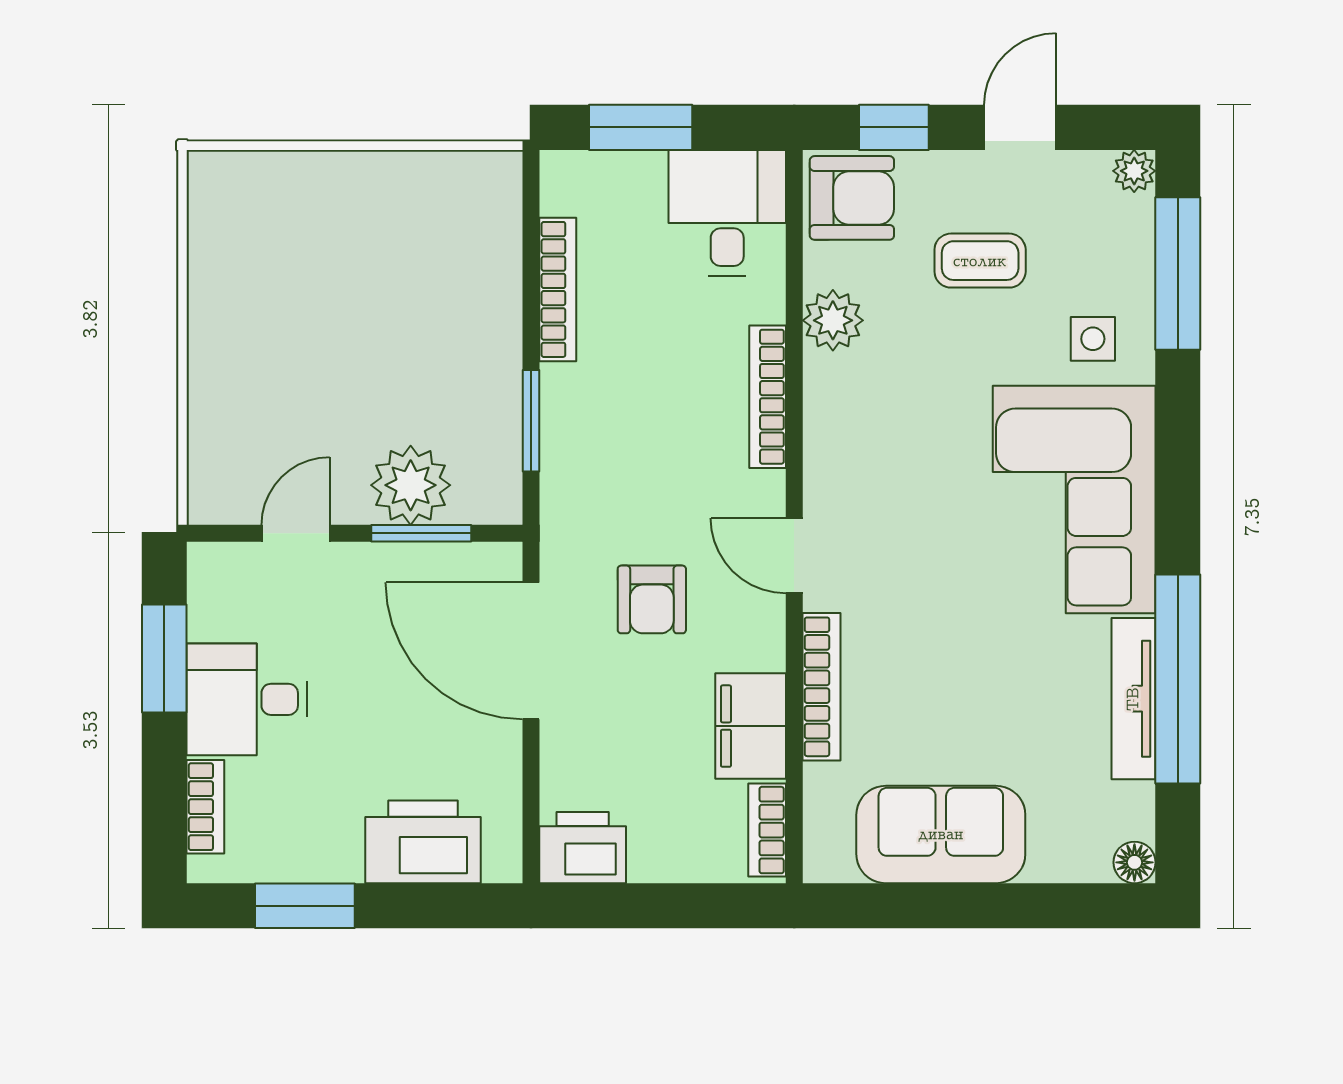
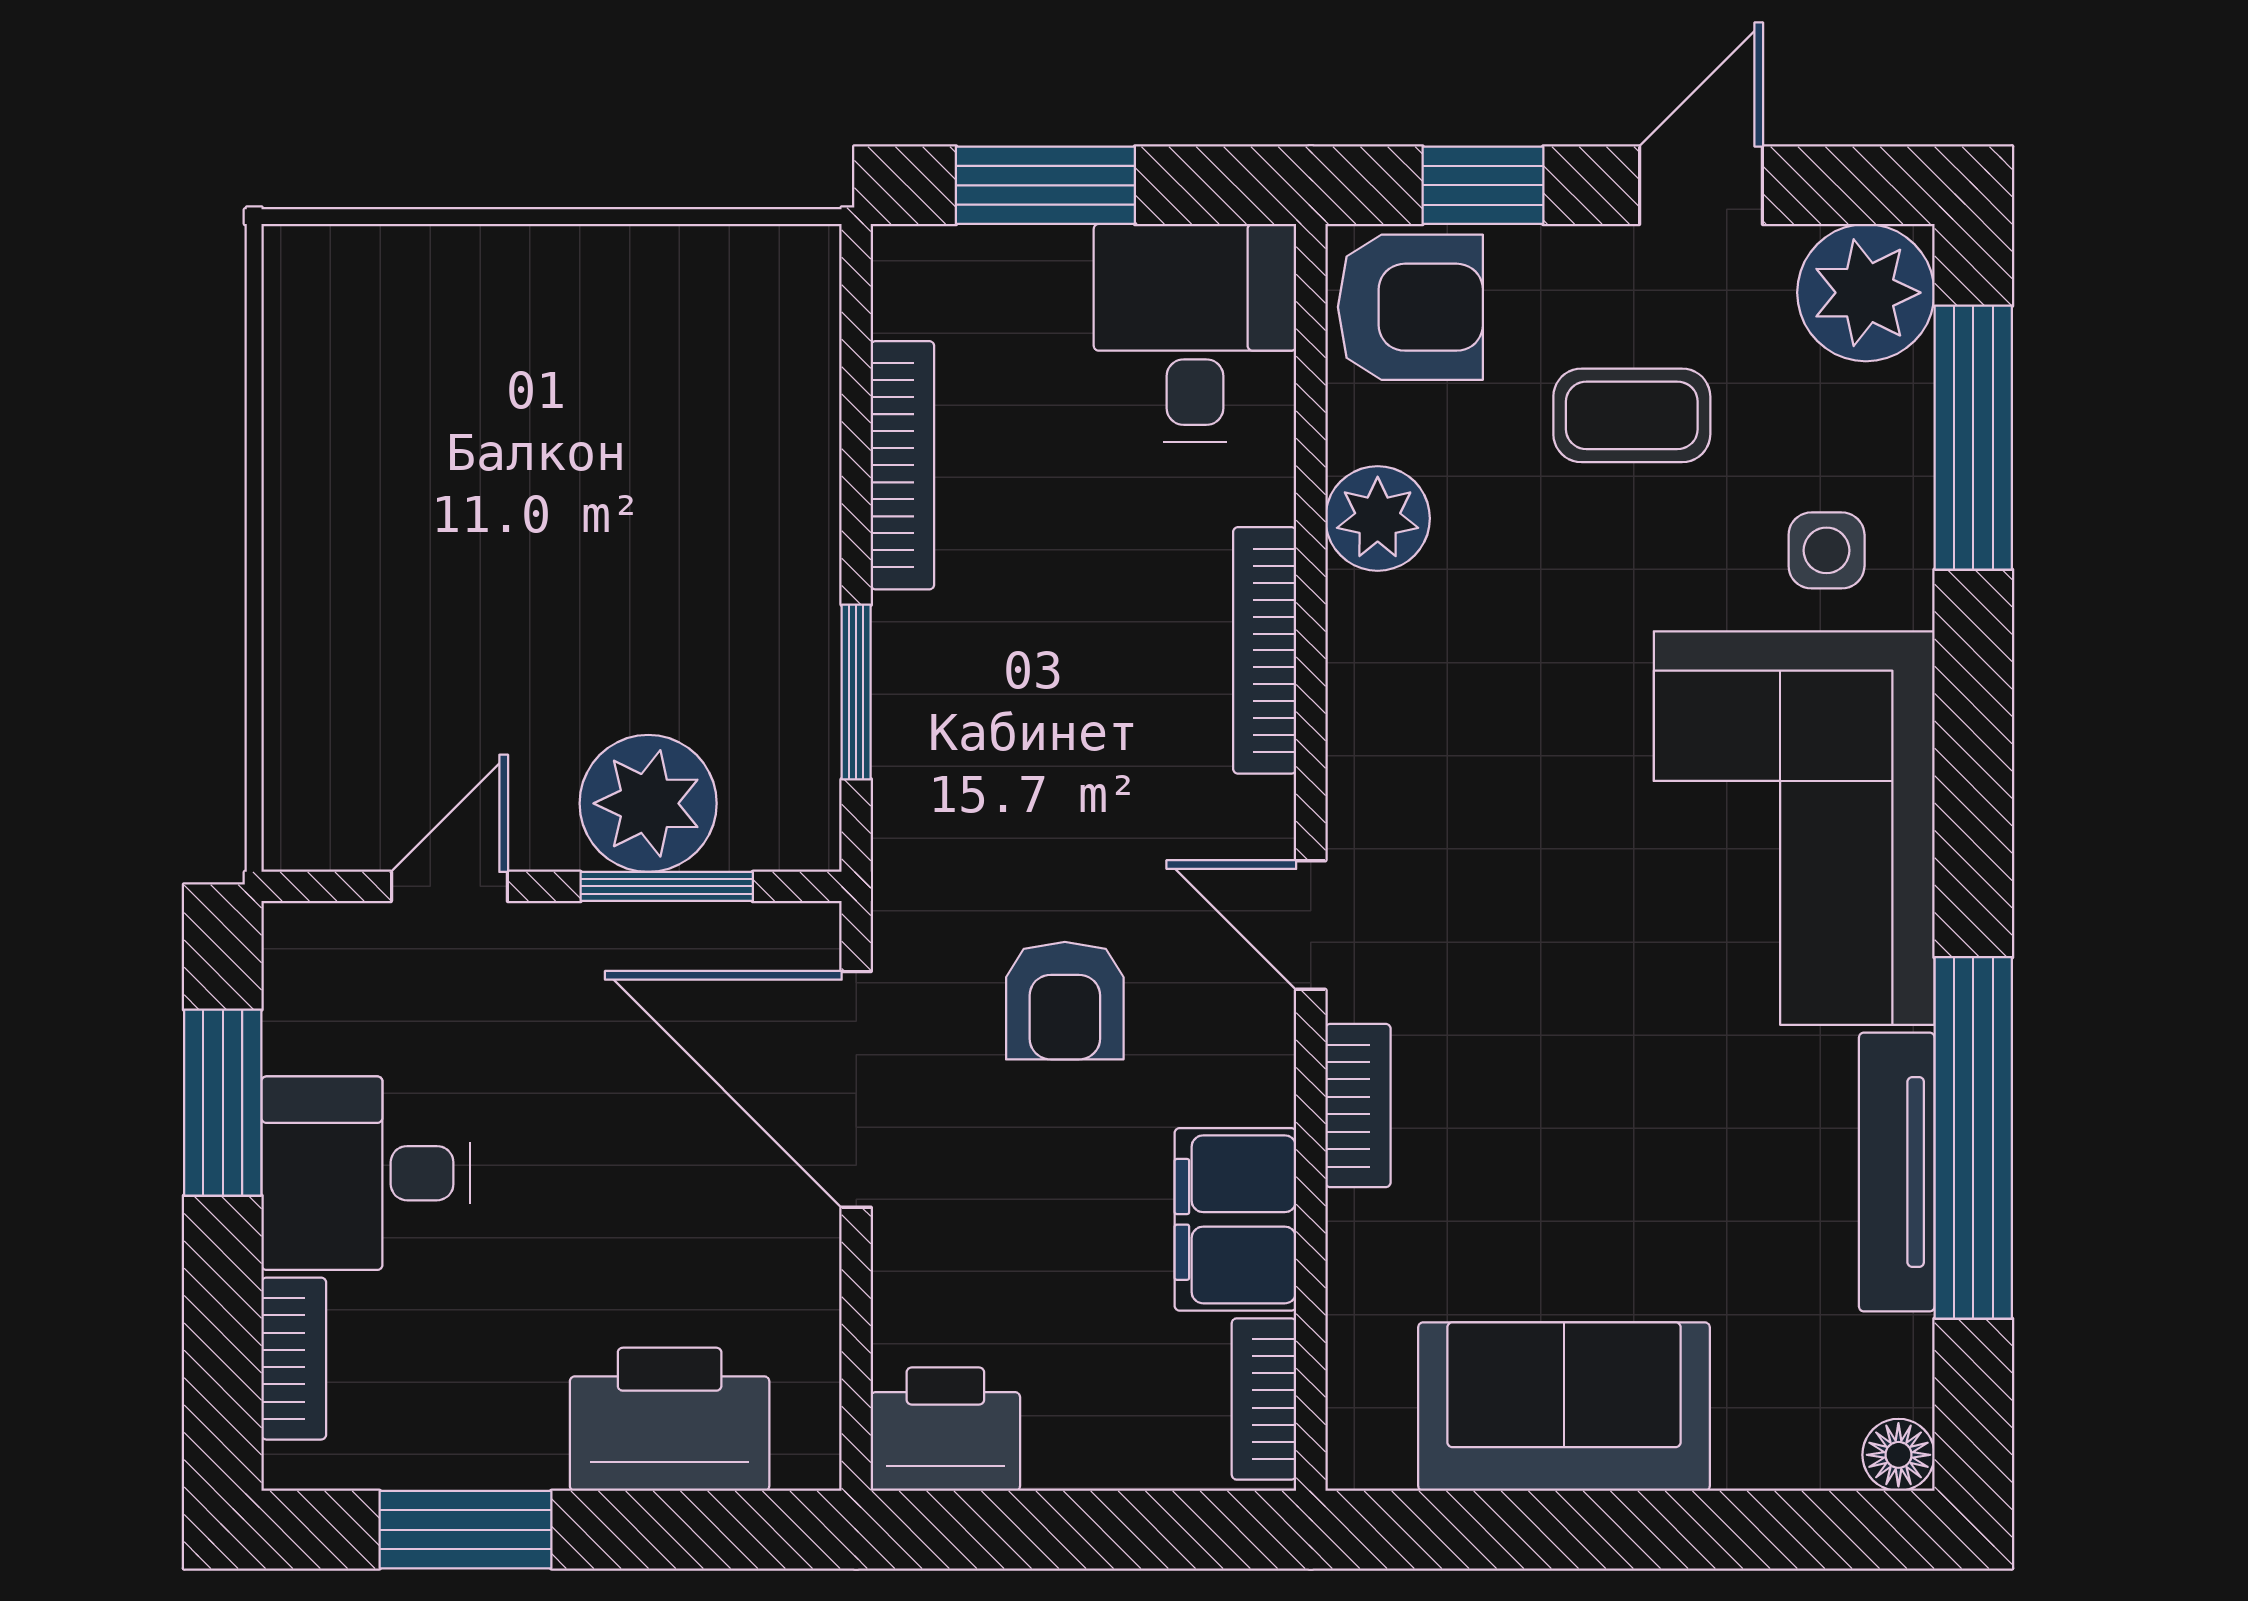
plant: (1134, 171) -> (1866, 293), width x1.88, depth x1.88
bookcase: (822, 687) -> (1358, 1106), width x0.64

